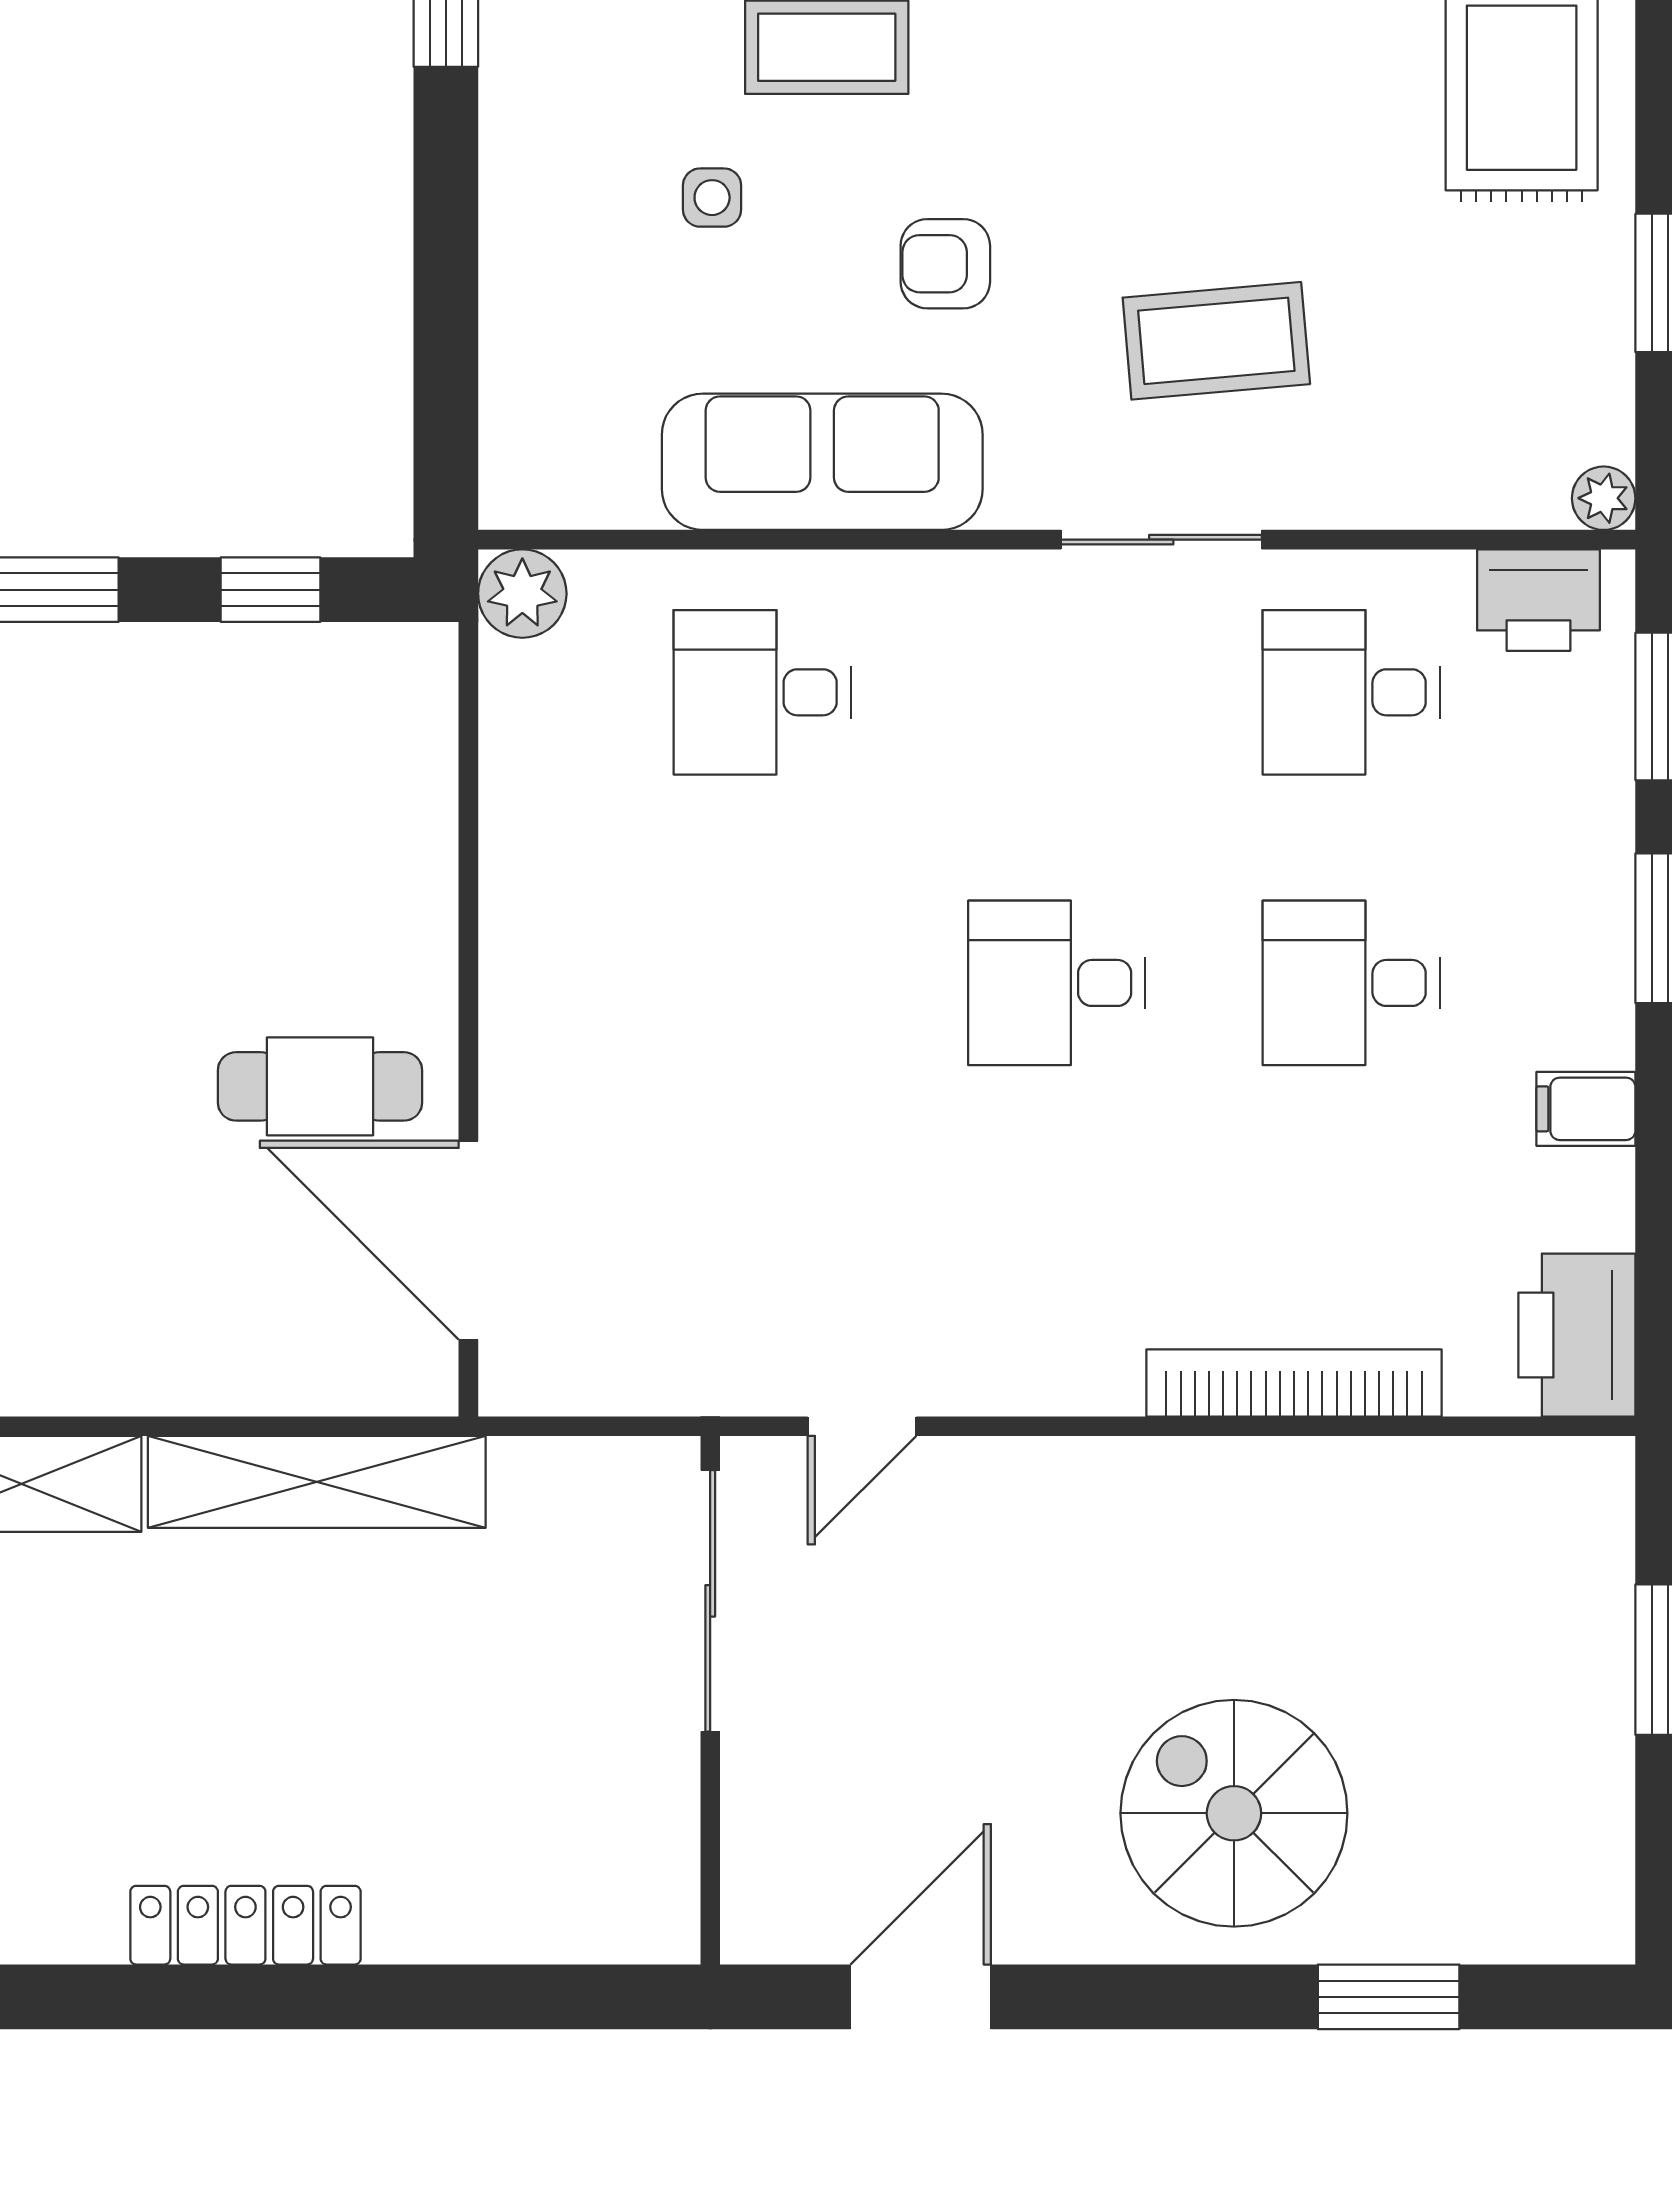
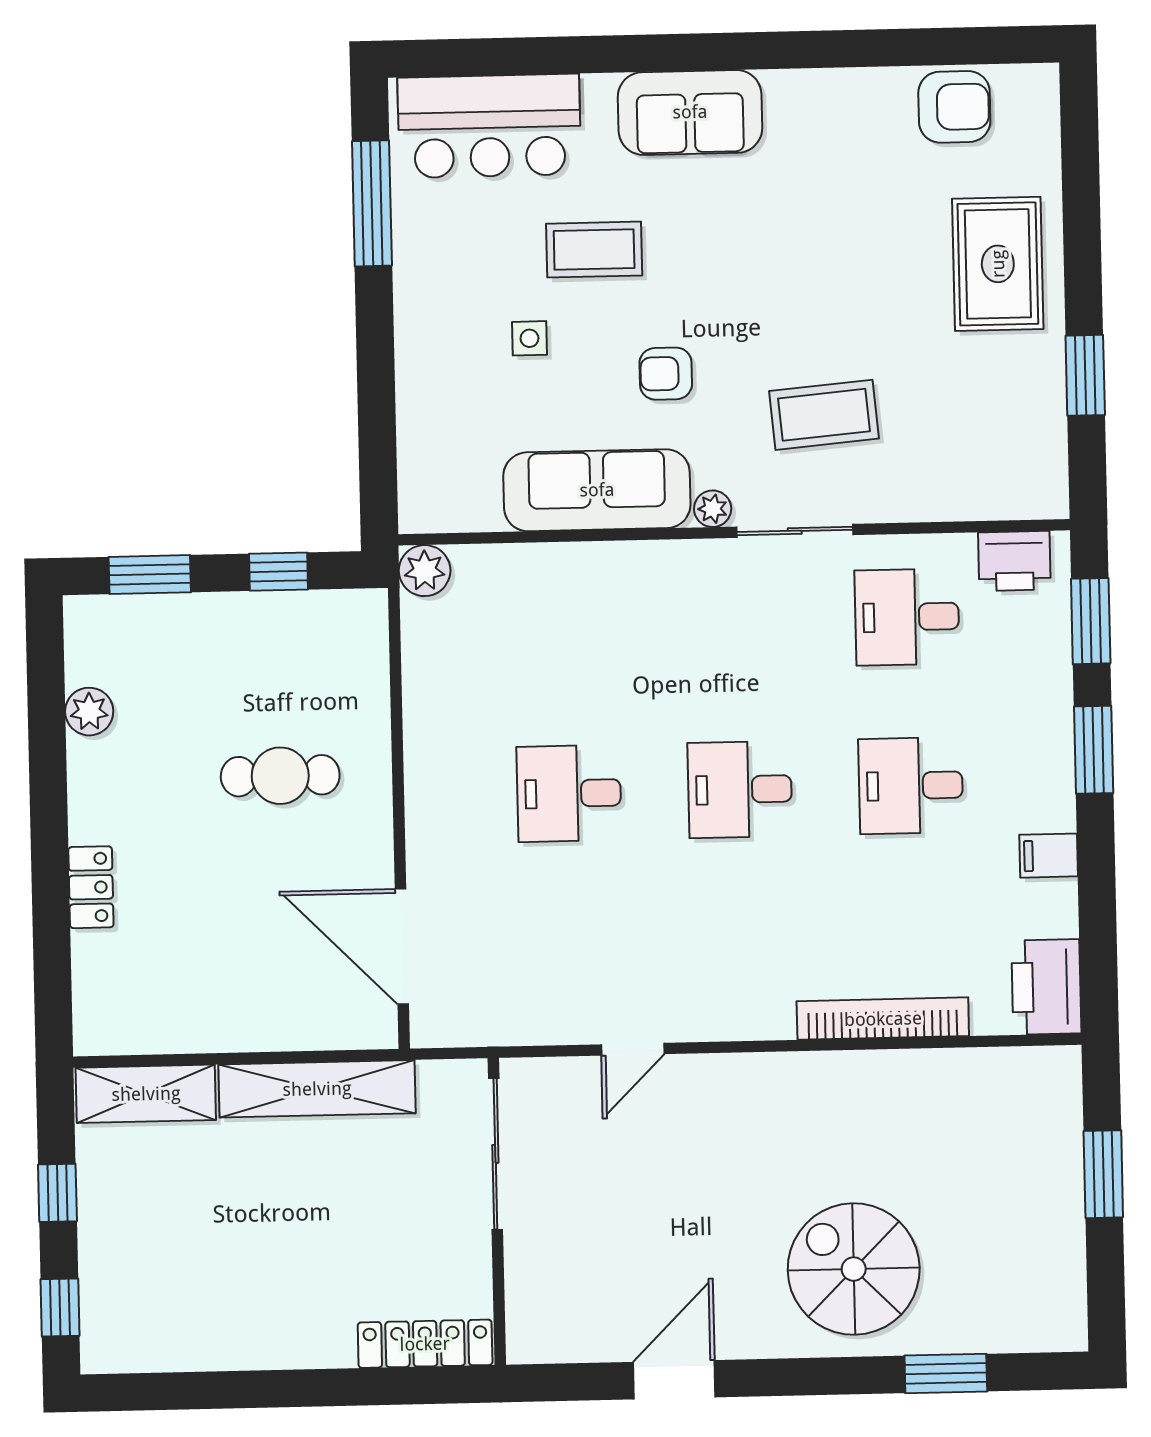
plant: (1604, 498) -> (713, 509), moved
desk: (762, 692) -> (569, 793), moved
cafe table: (320, 1086) -> (280, 776), moved
sliding door: (710, 1601) -> (495, 1154), moved
wall: (710, 1700) -> (497, 1211), moved
locker: (245, 1925) -> (425, 1344), moved

